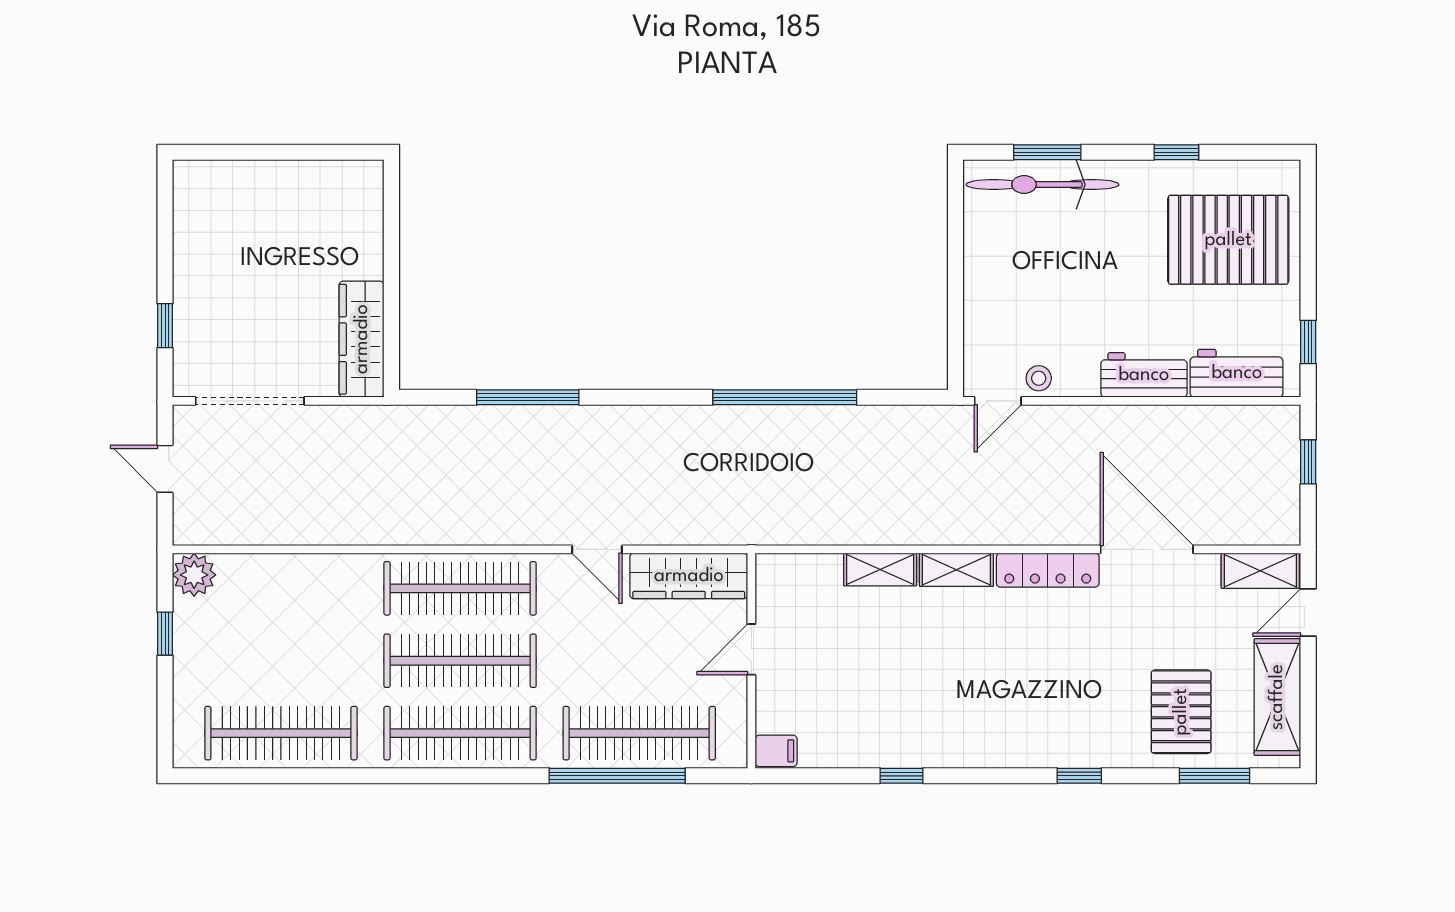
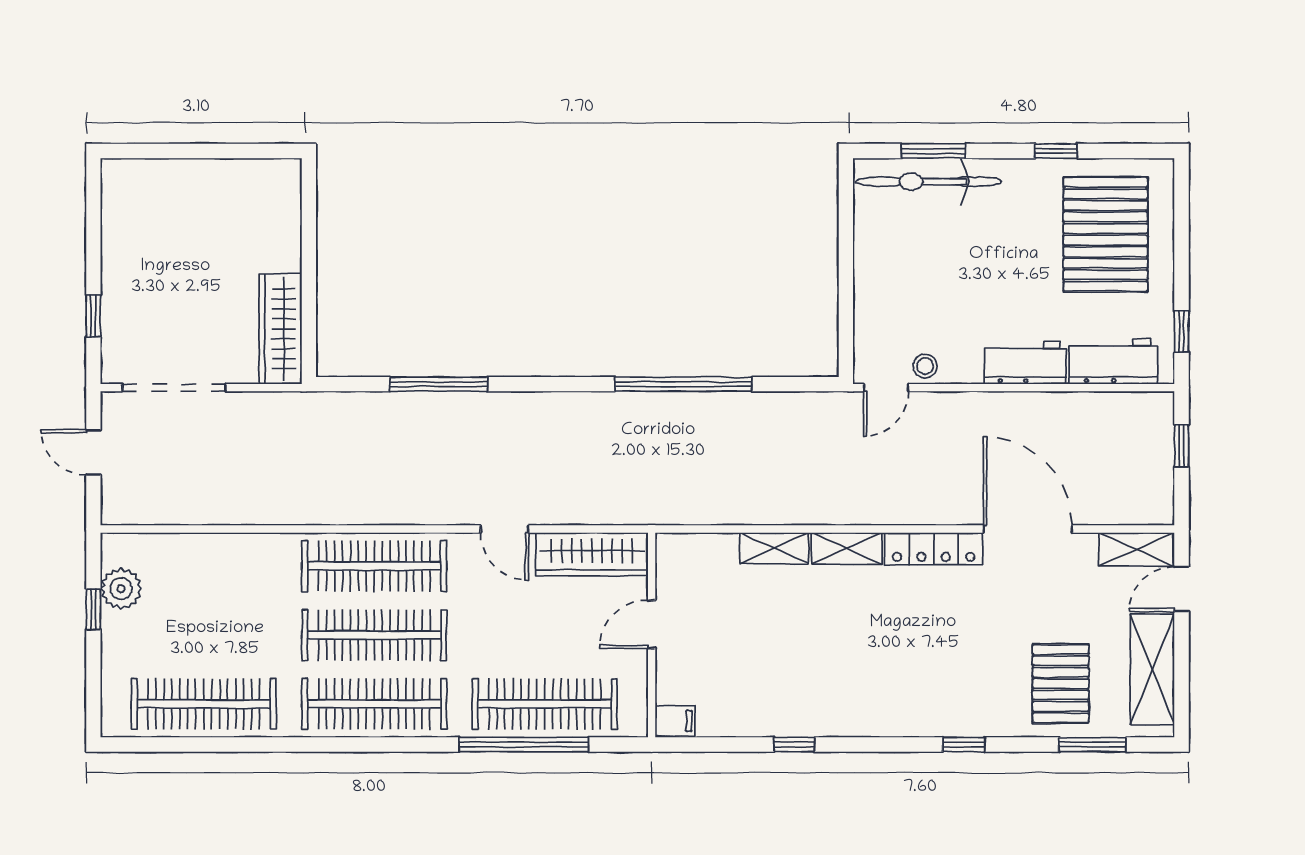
pallet: (1228, 240) -> (1105, 234), turned 90
plant: (194, 575) -> (121, 589), moved

